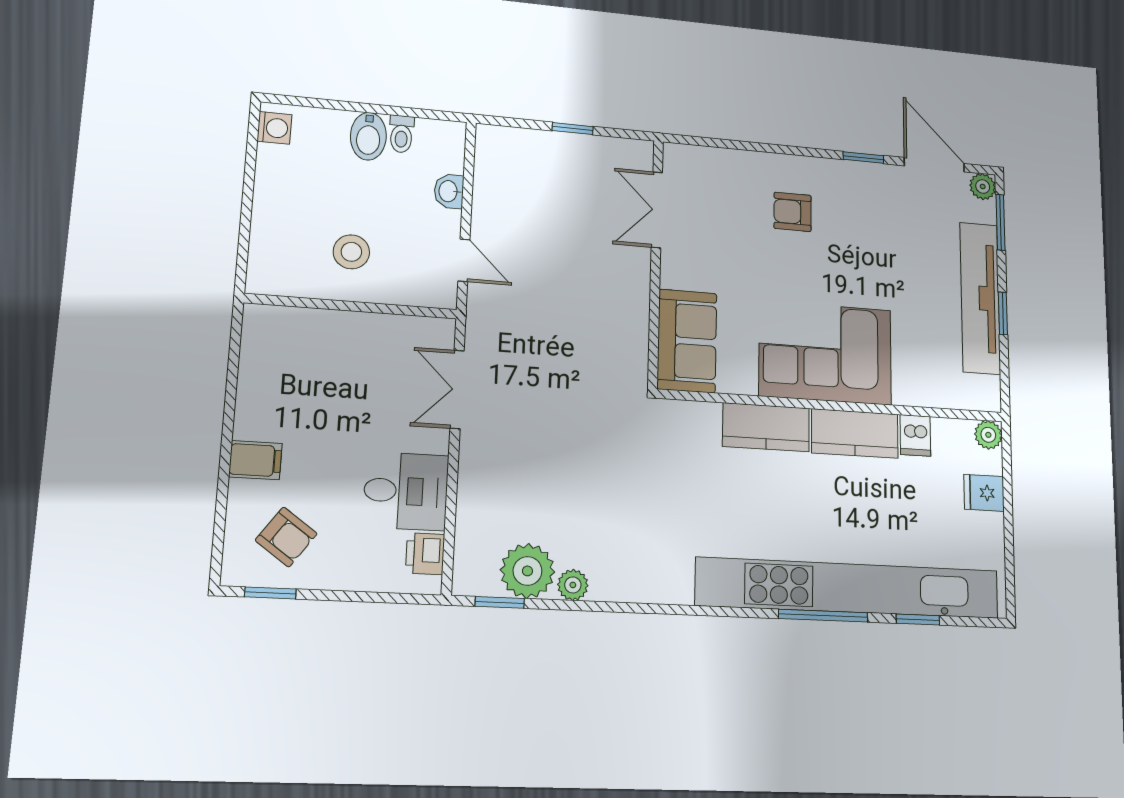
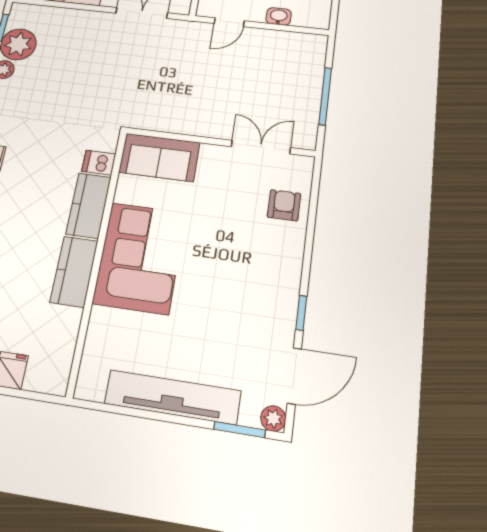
window: (573, 129) -> (325, 96), width x2.17
armchair: (793, 212) -> (284, 205), moved
window: (1003, 313) -> (157, 416), removed
dishwasher: (915, 435) -> (99, 163), moved
plant: (988, 435) -> (56, 383), removed

